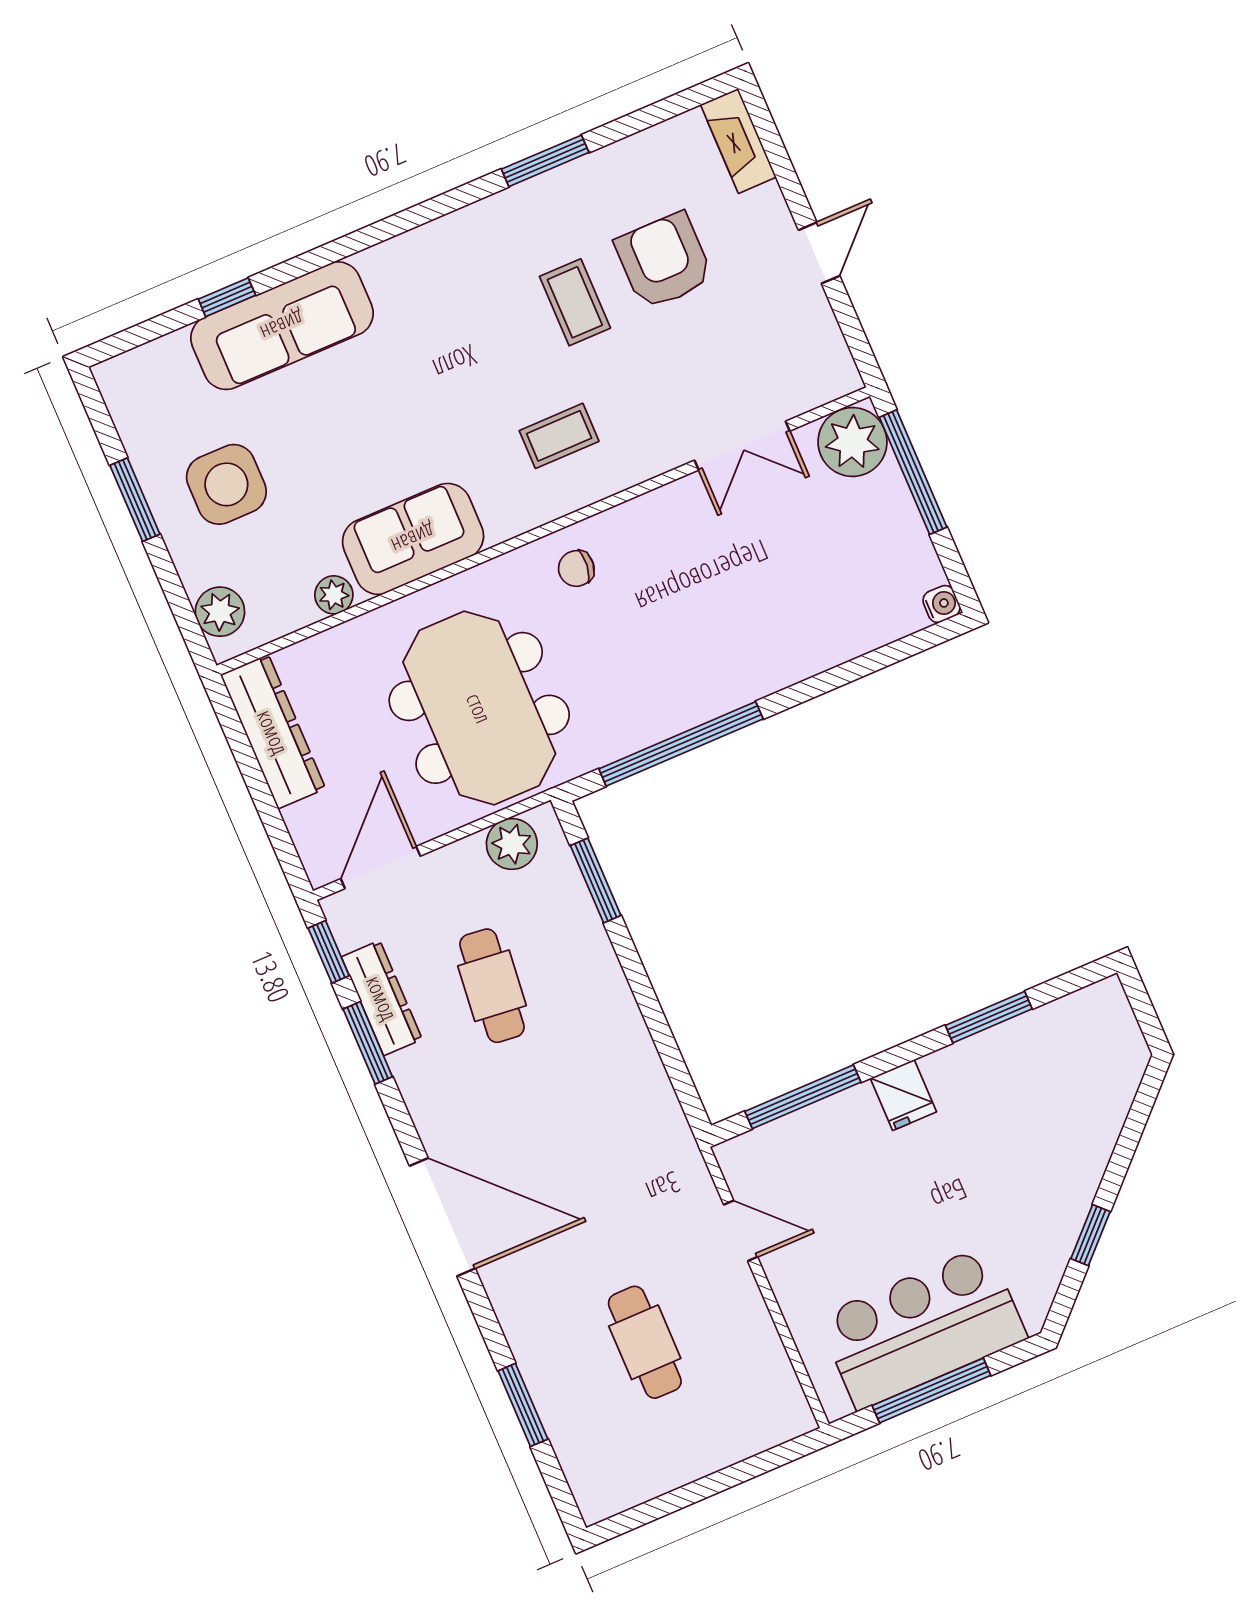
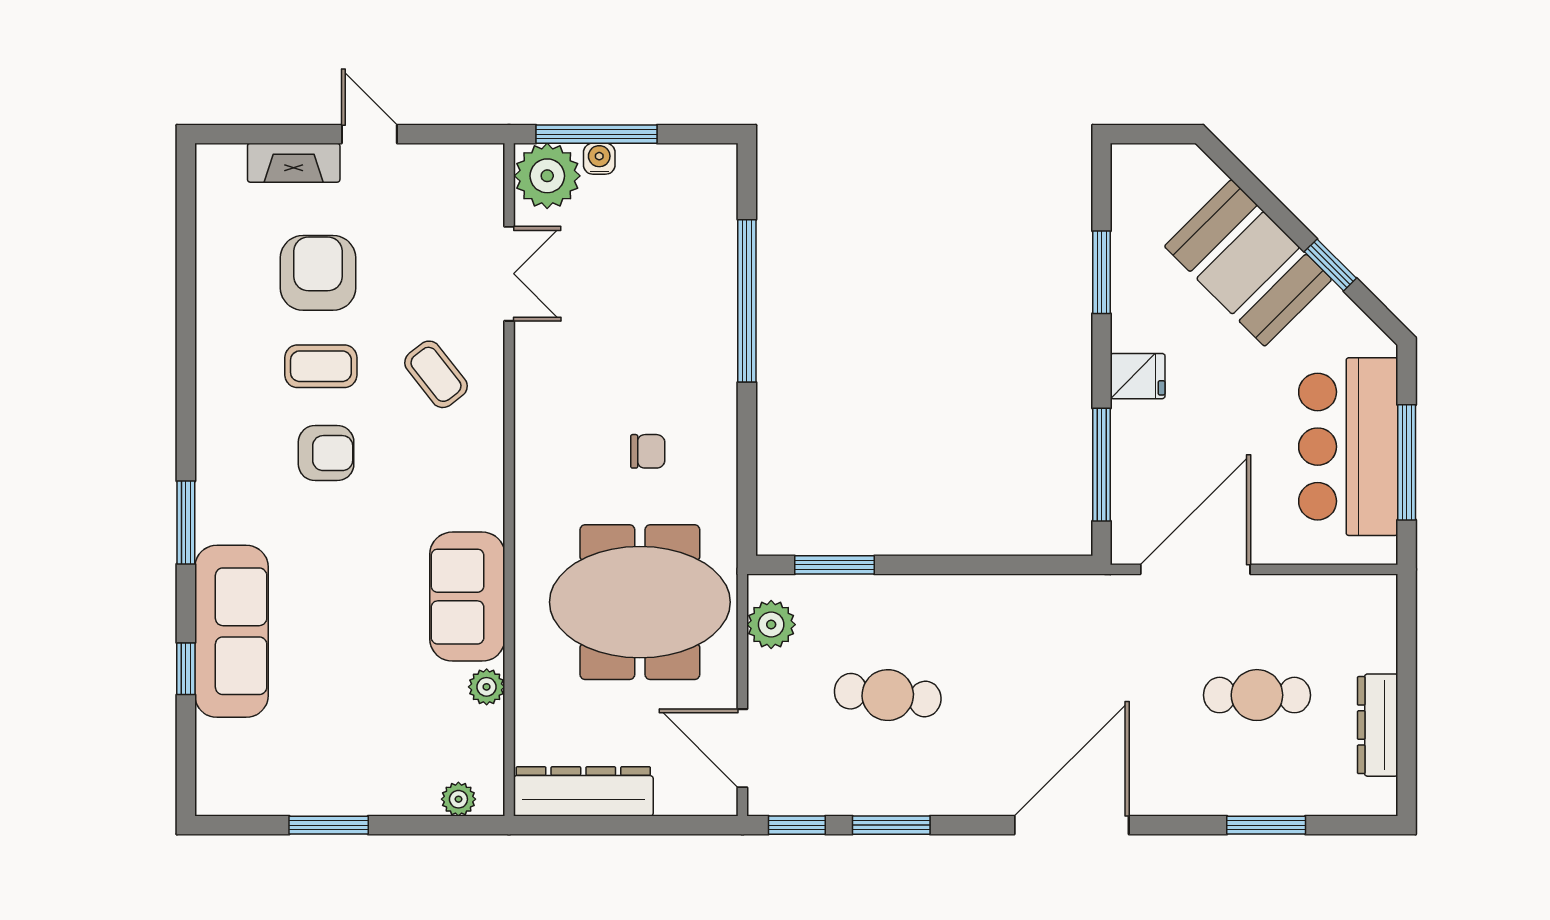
fireplace: (738, 141) -> (294, 163), moved
window: (545, 161) -> (186, 523), moved
armchair: (664, 261) -> (318, 273), turned 90
armchair: (493, 343) -> (326, 453), added
coffee table: (559, 436) -> (436, 374), moved, turned -38
side table: (226, 484) -> (350, 739), removed
chair: (576, 568) -> (648, 451), moved, turned -96
water cooler: (941, 604) -> (599, 159), moved
plant: (220, 612) -> (458, 799), width x0.73, depth x0.73
window: (681, 744) -> (747, 301), moved
dresser: (382, 998) -> (1378, 725), moved, turned -90
booth: (1058, 1155) -> (1248, 263), added
door: (741, 1231) -> (1195, 569), width x1.88

